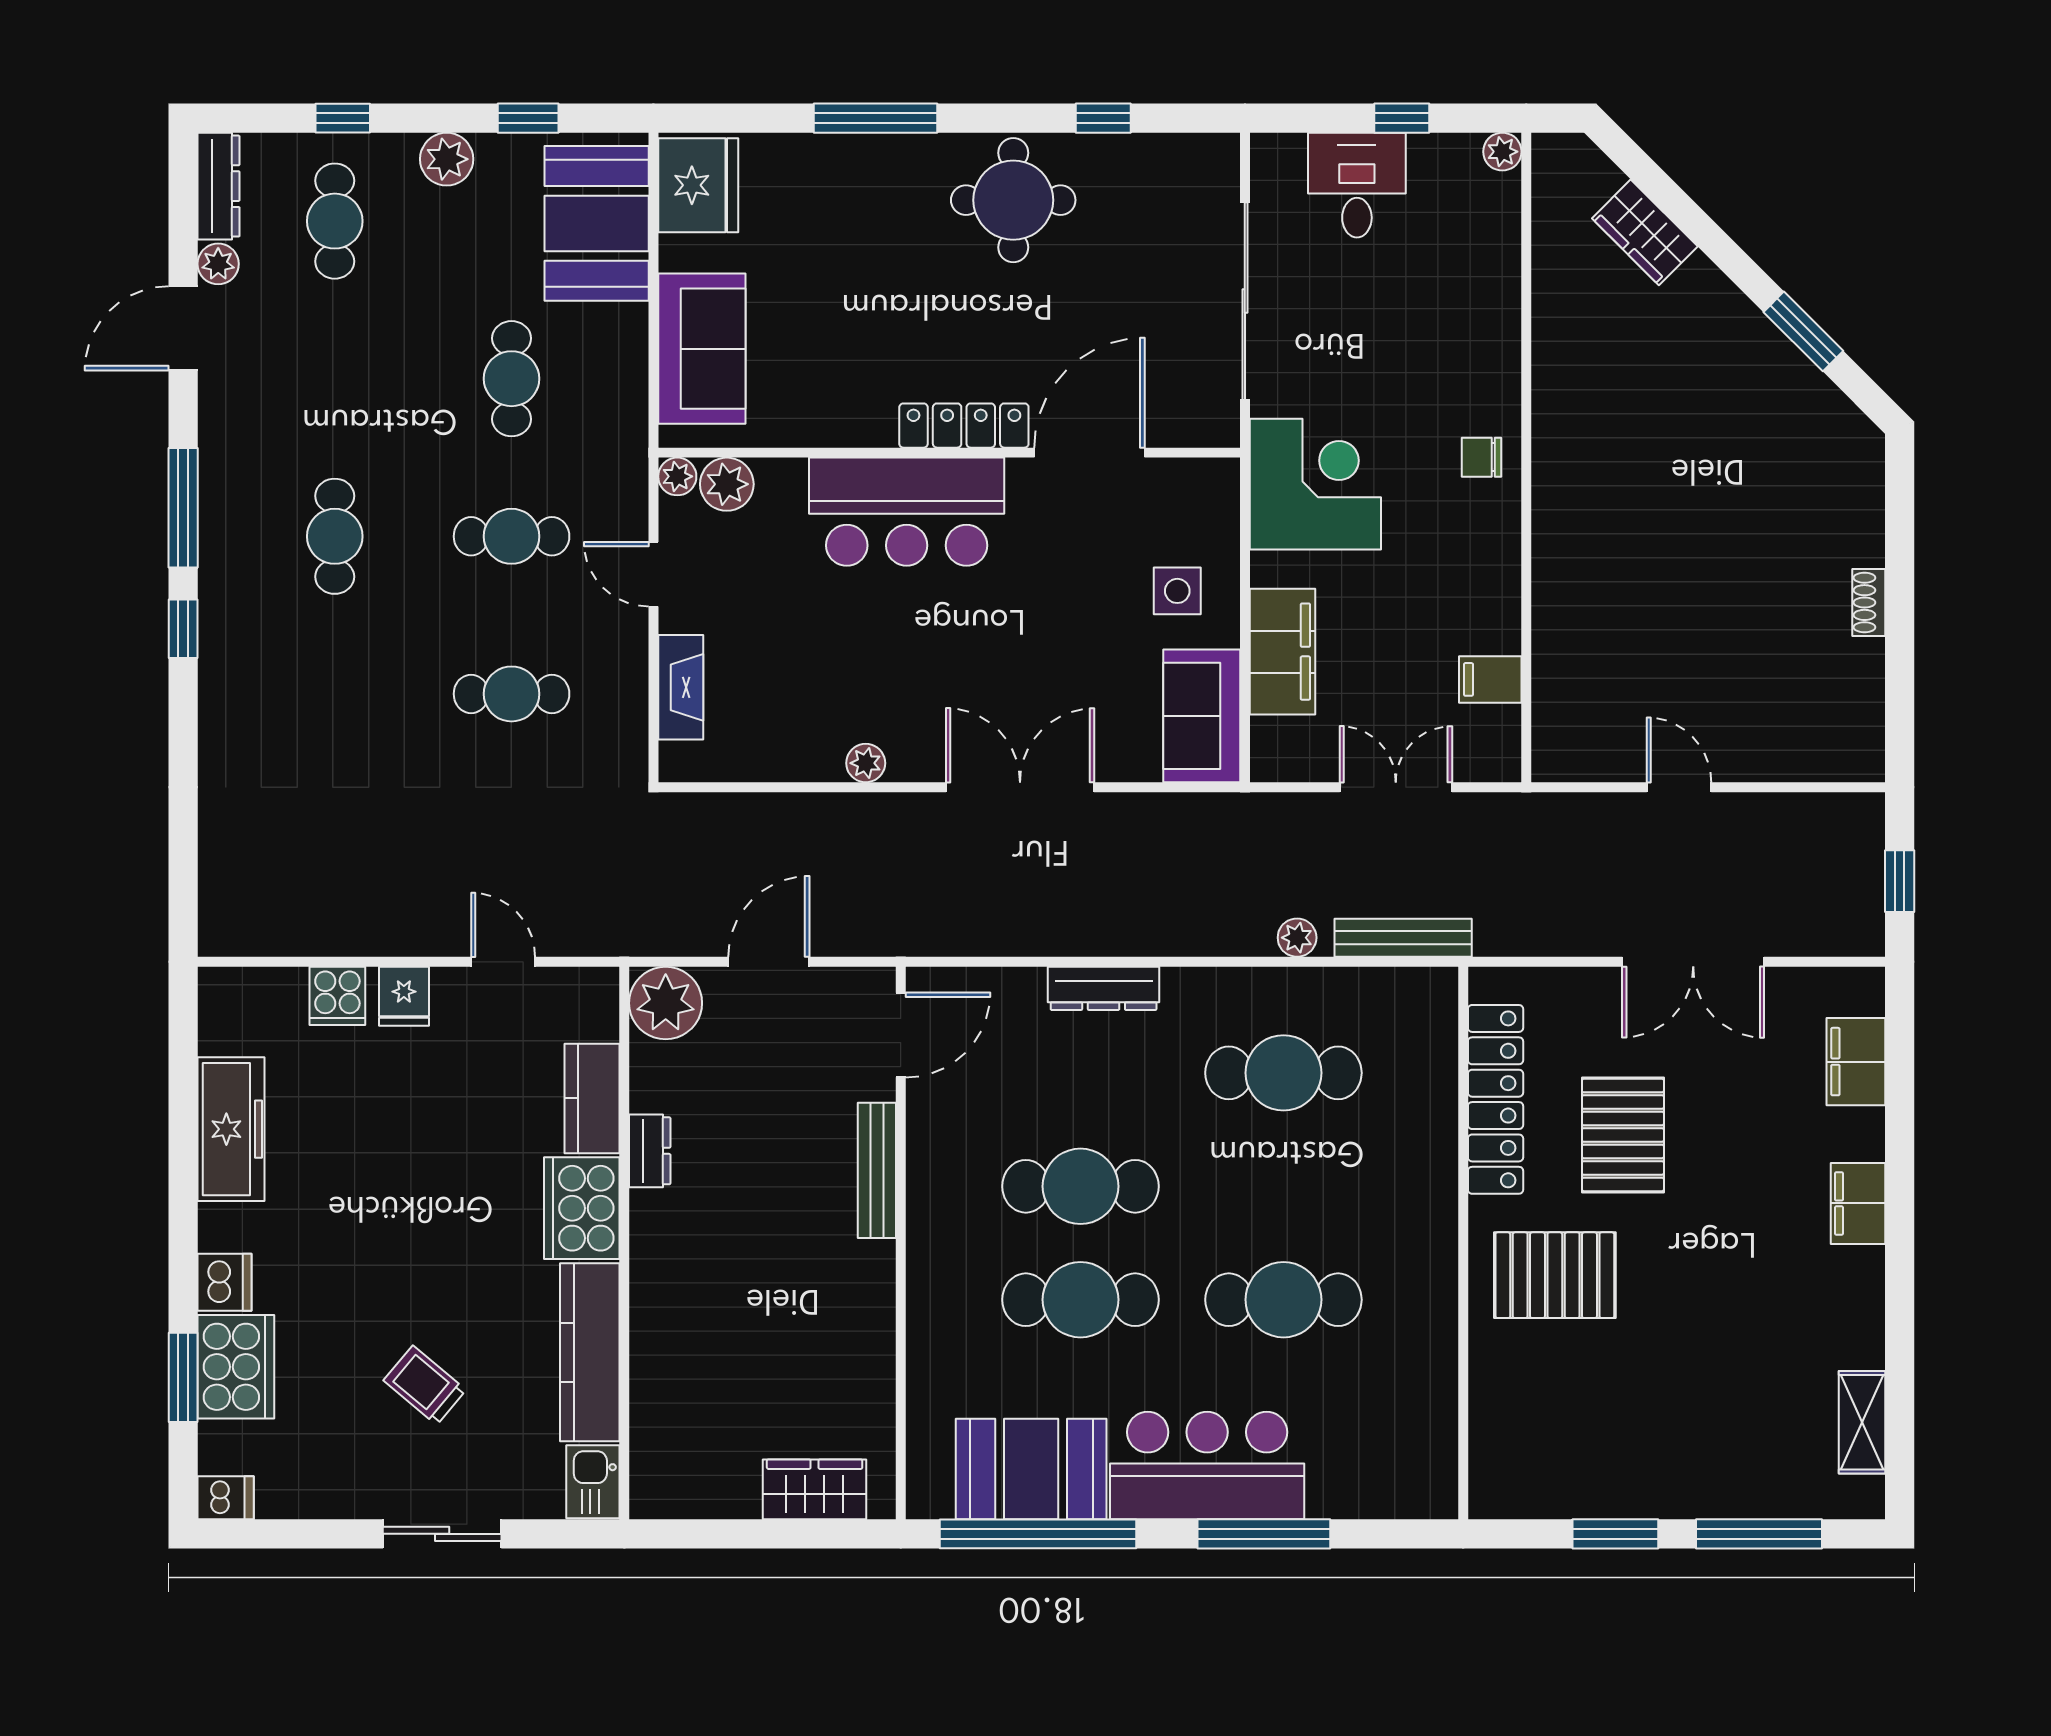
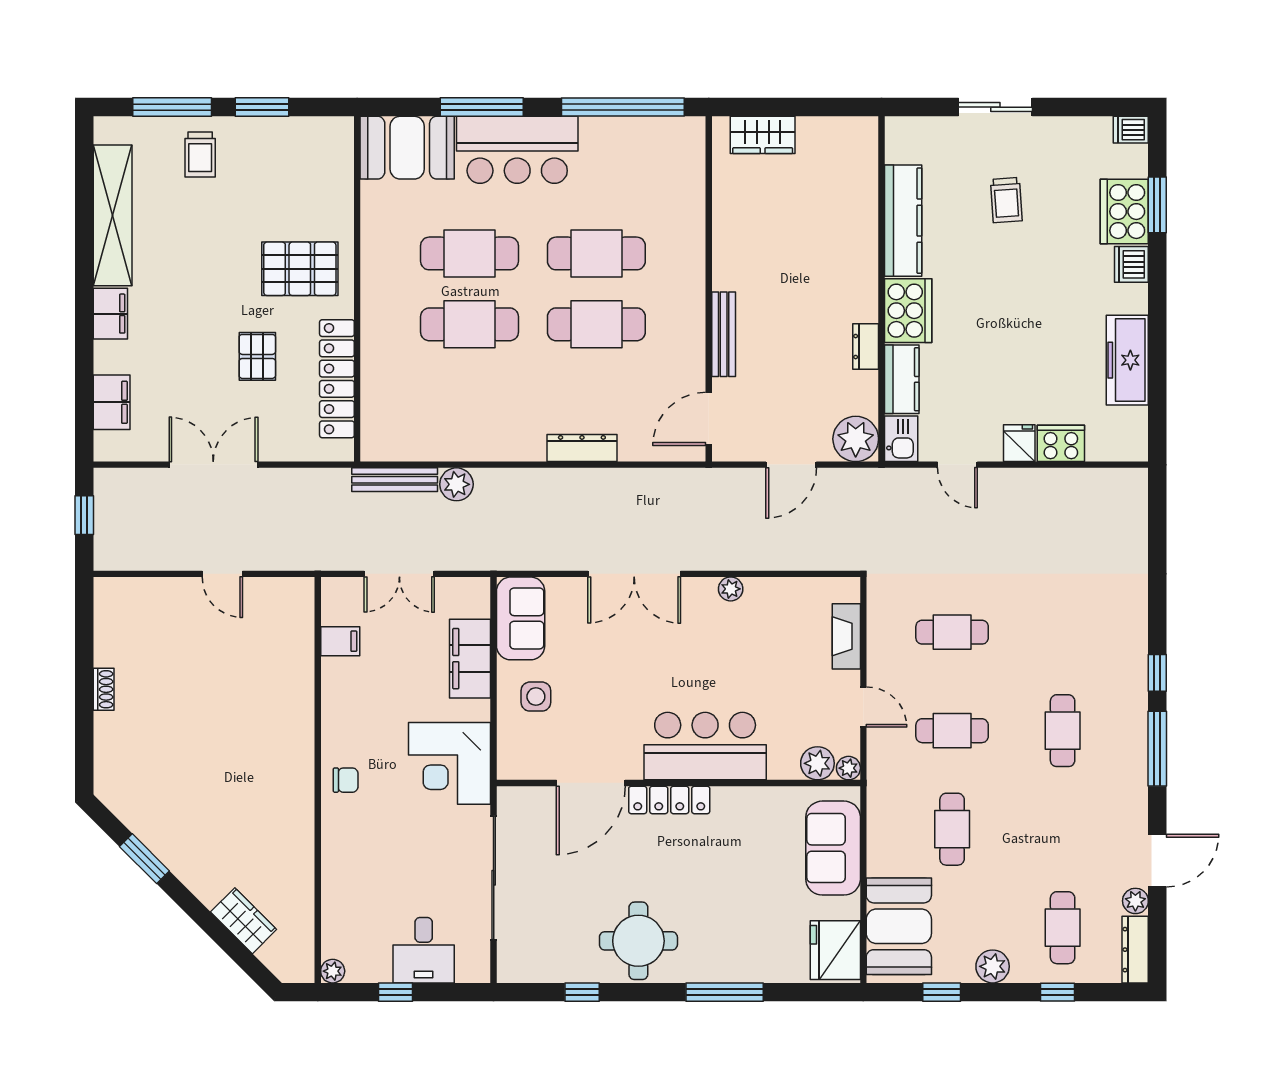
plant: (1297, 938) -> (456, 484), width x1.38, depth x1.38
cooker: (337, 996) -> (1061, 443), width x1.36
cafe table: (1283, 1073) -> (469, 324), moved
pallet: (1623, 1135) -> (257, 356), width x0.67, depth x0.71
trolley: (425, 1385) -> (1006, 200), turned 46
shelving: (1862, 1422) -> (113, 215), width x2.20, depth x1.33
trolley: (1714, 1458) -> (200, 155), added
booth: (1031, 1469) -> (407, 148), moved
kitchen sink: (593, 1482) -> (901, 439), moved

